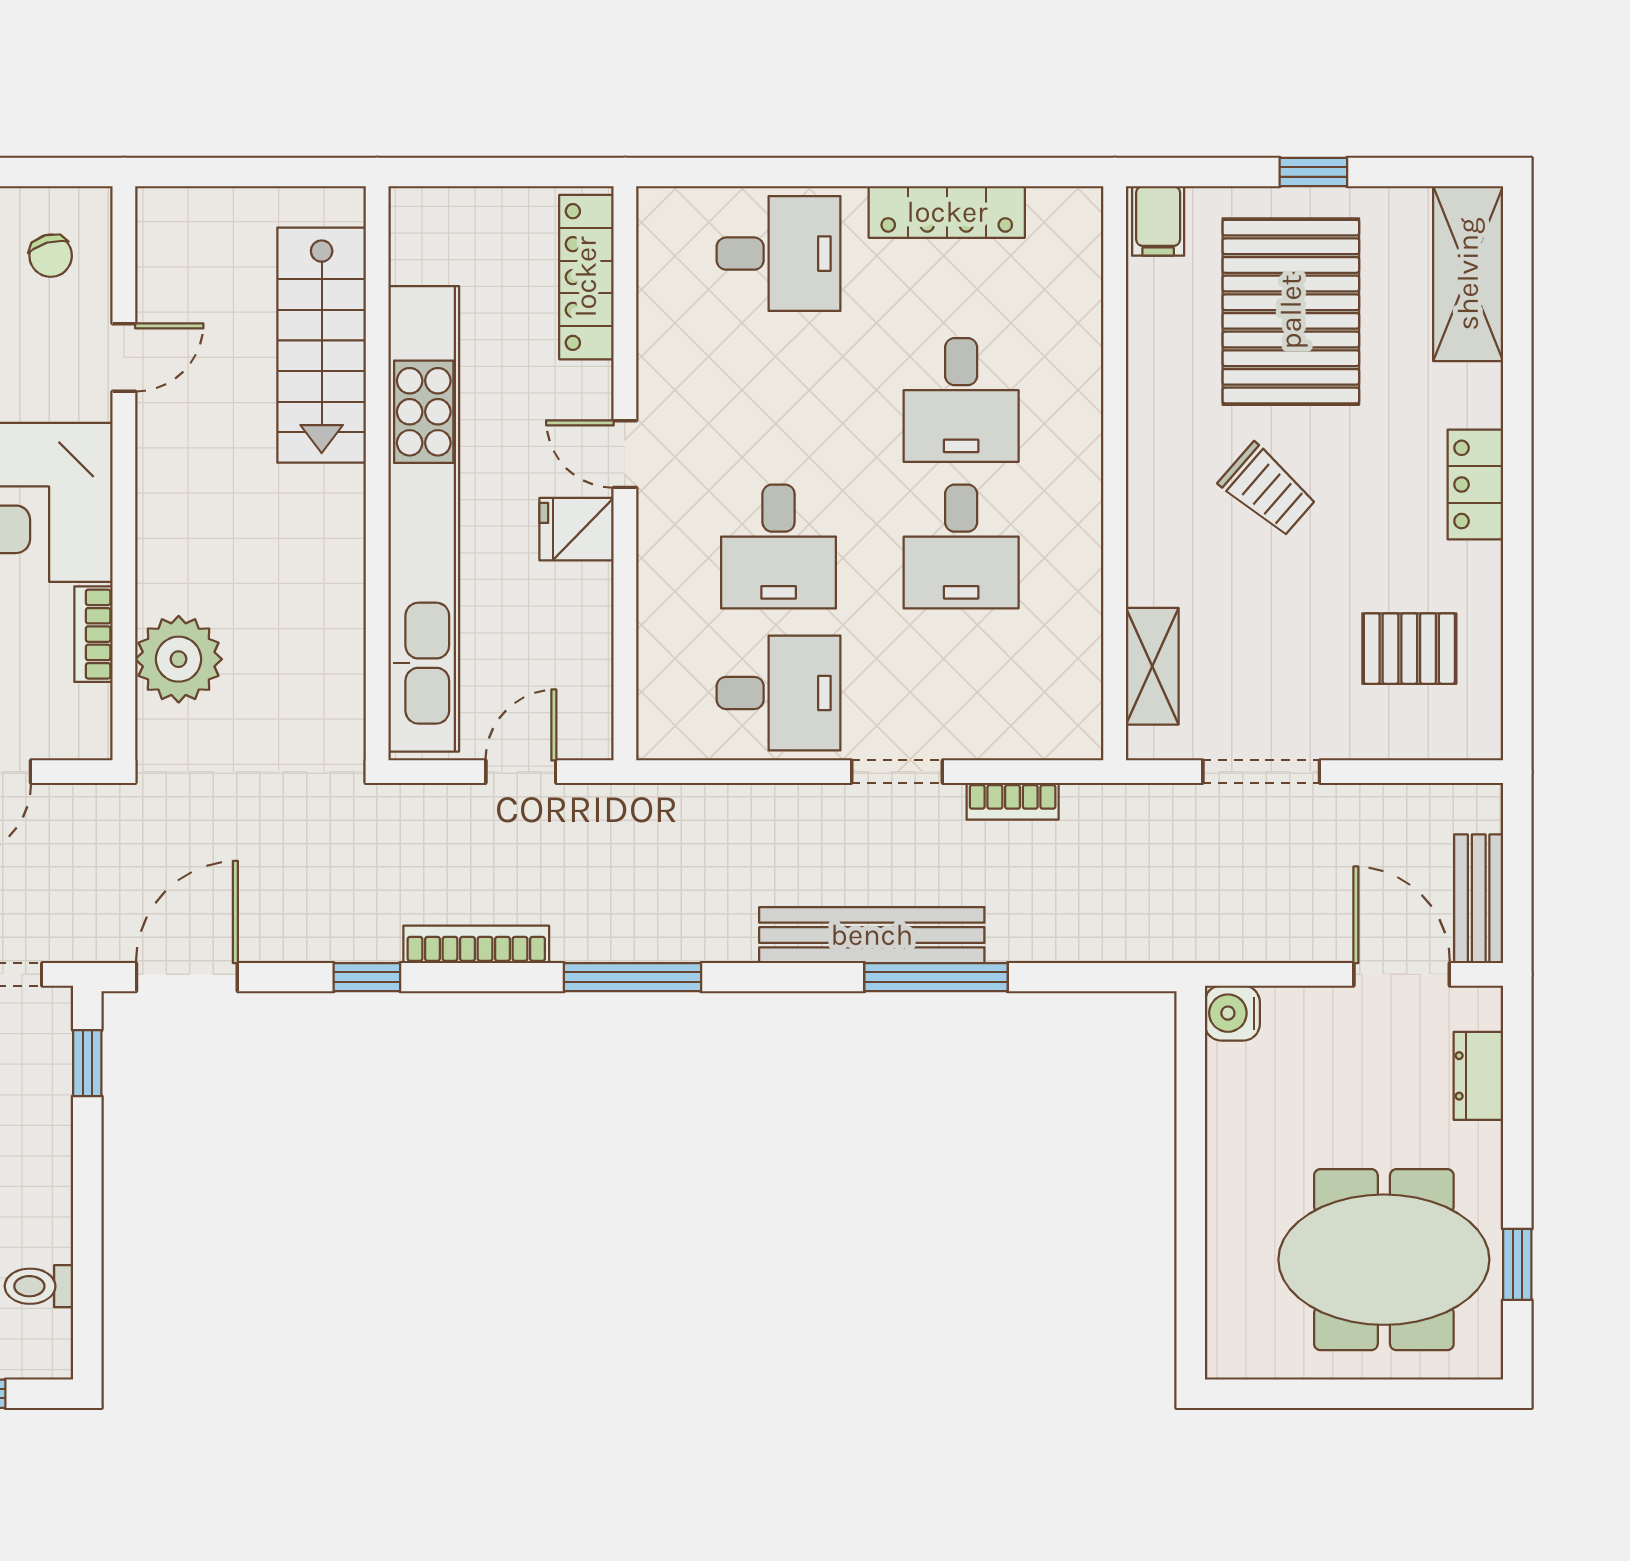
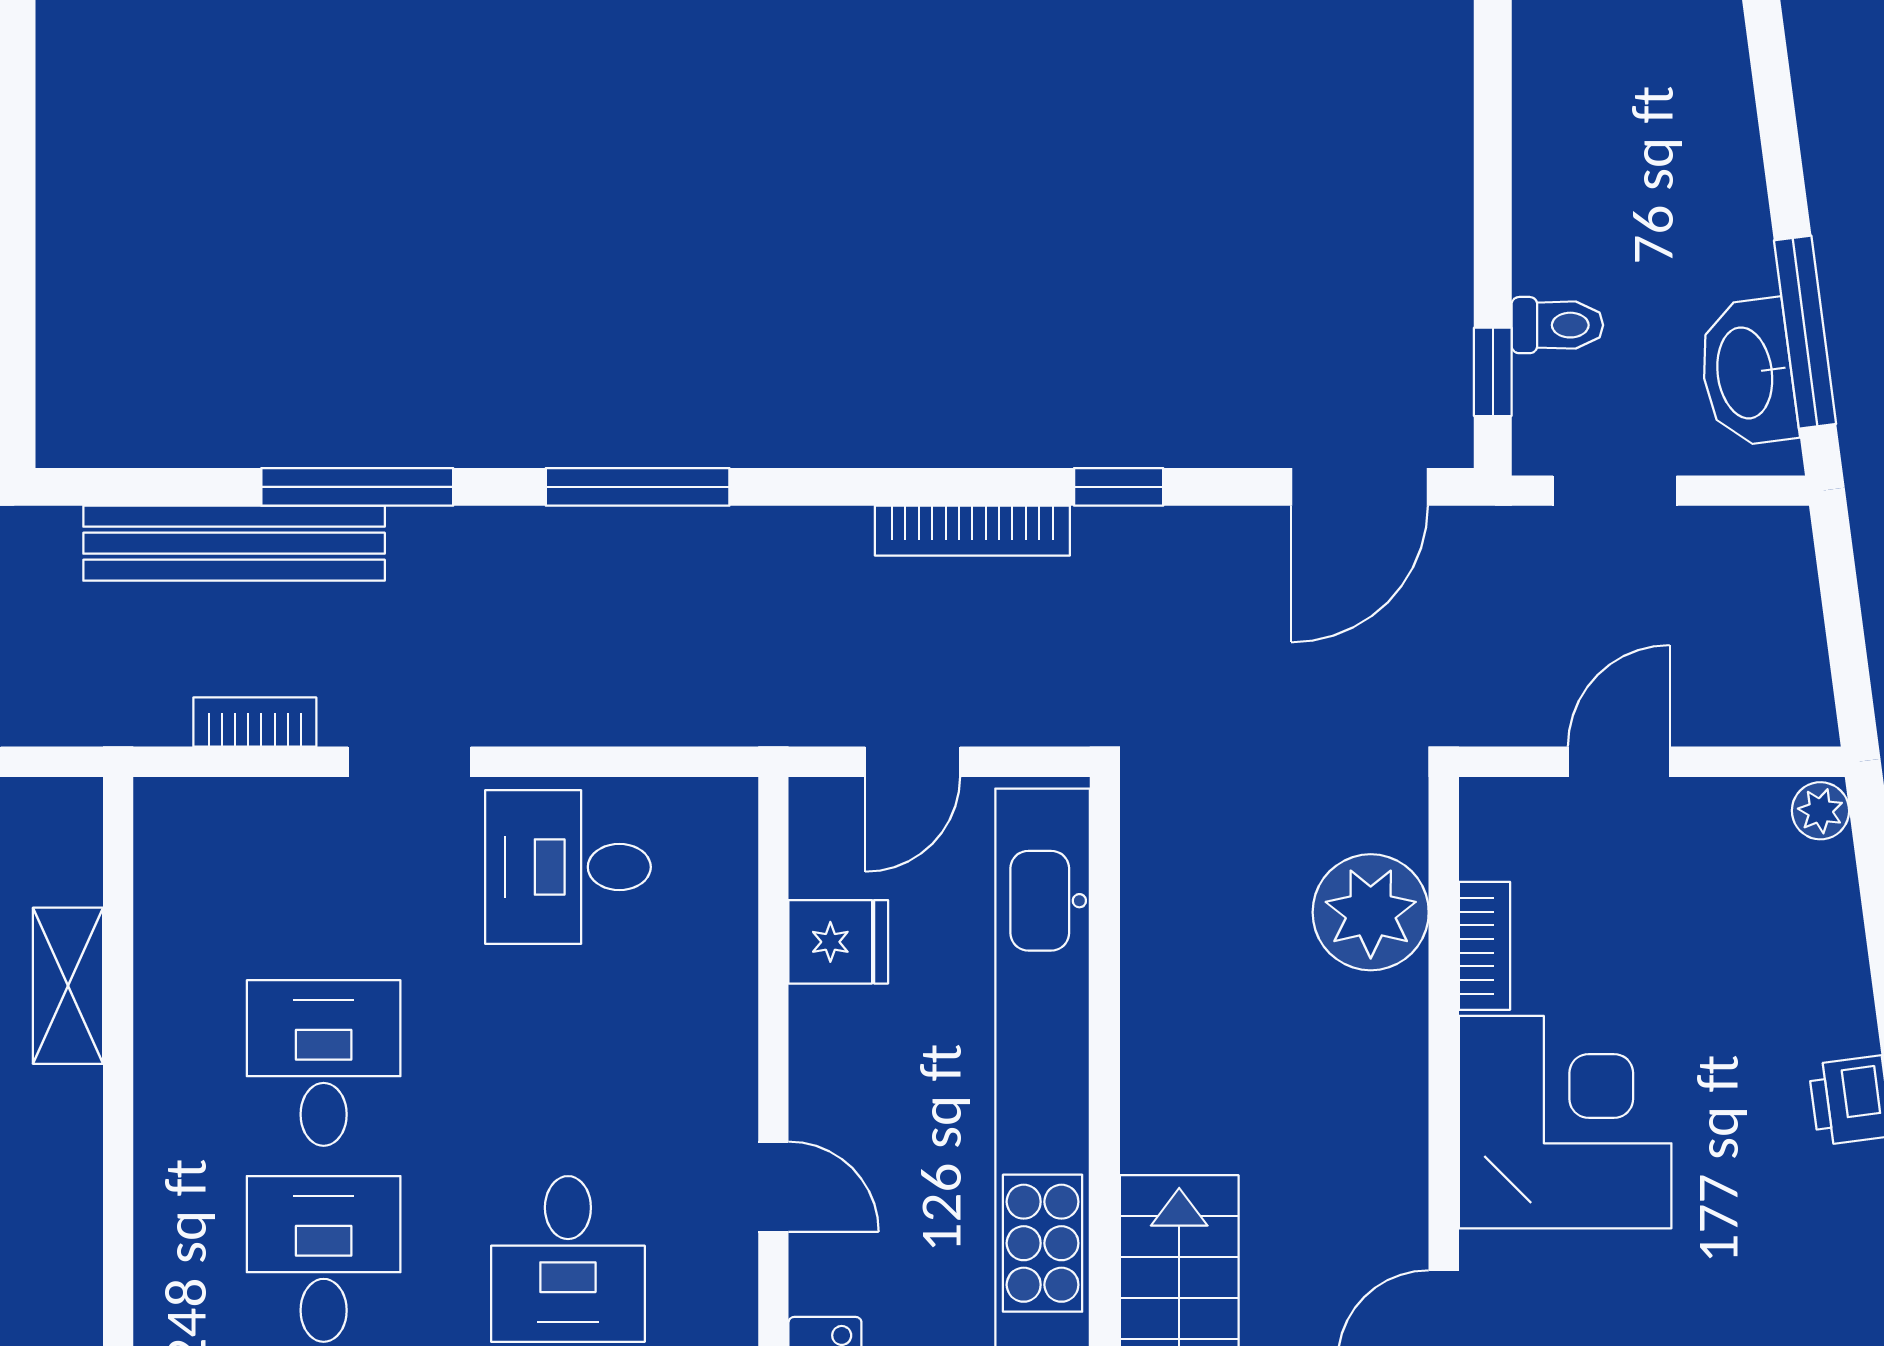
fridge: (576, 529) -> (838, 942), moved
desk: (779, 547) -> (568, 1259), moved, turned 180
shelving: (1152, 666) -> (68, 986), moved
bench: (872, 935) -> (234, 543), moved
window: (633, 977) -> (638, 487), moved
toilet: (39, 1286) -> (1557, 325), moved

